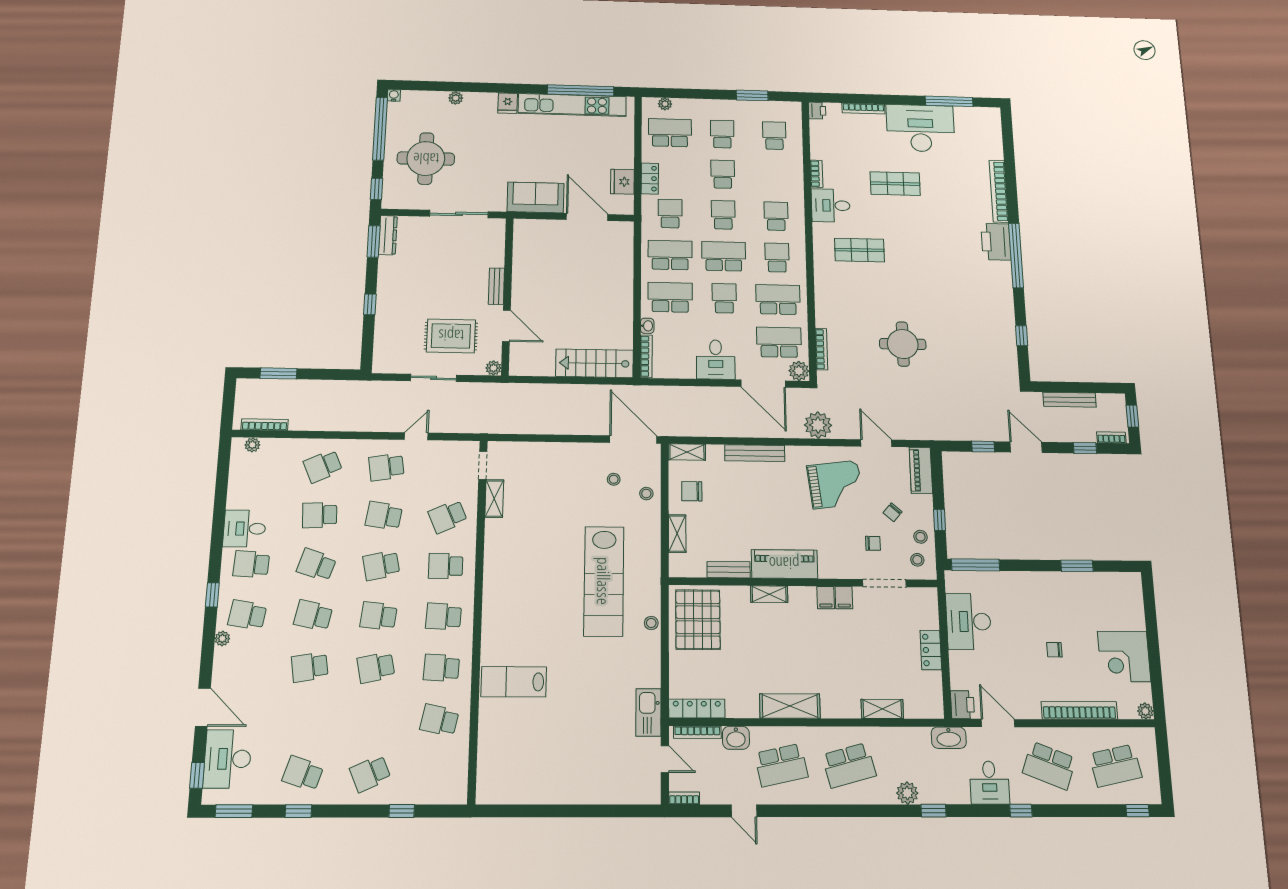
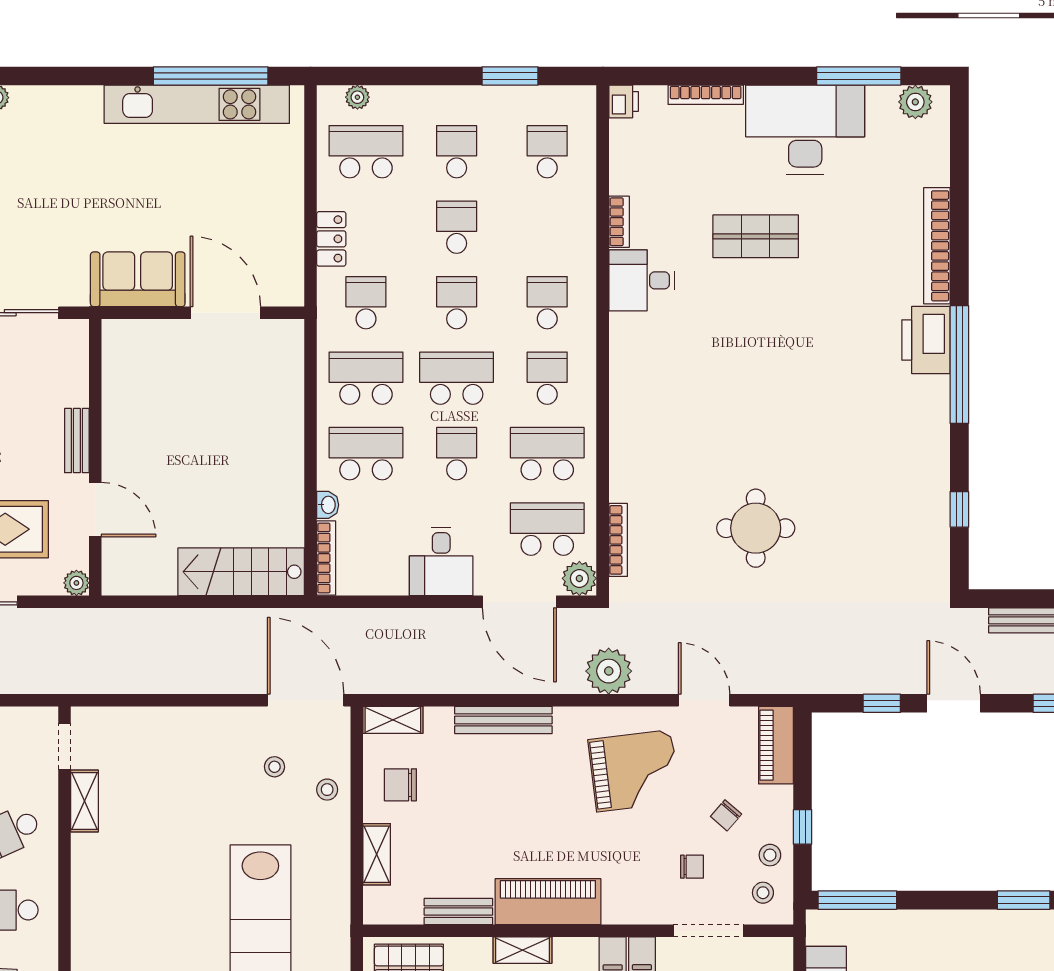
fridge: (508, 103) -> (86, 104), removed
plant: (982, 116) -> (915, 102), added
fridge: (622, 182) -> (285, 246), removed
shop shelf: (859, 250) -> (689, 361), removed

